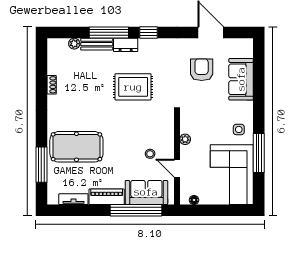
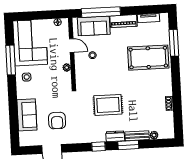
window: (109, 32) -> (128, 145), width x0.69

